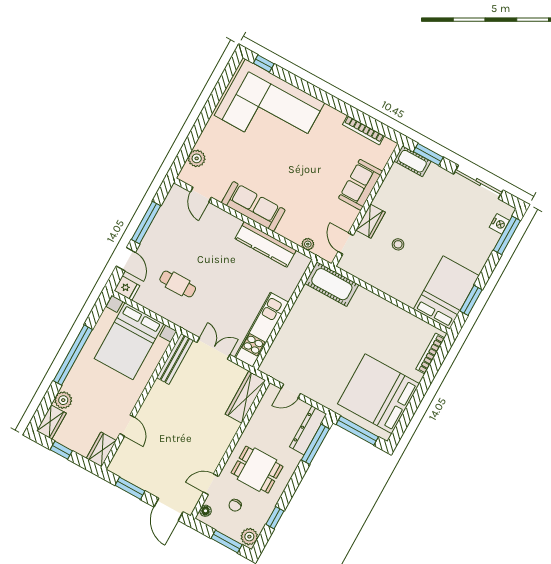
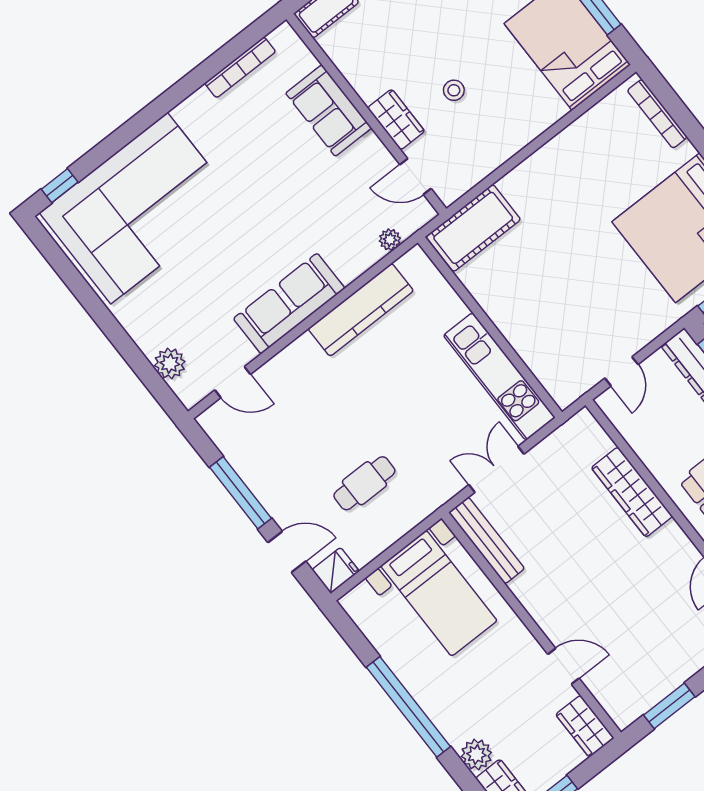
bed with nightstands: (129, 341) -> (439, 593), width x0.73
wardrobe: (245, 397) -> (632, 492), moved

